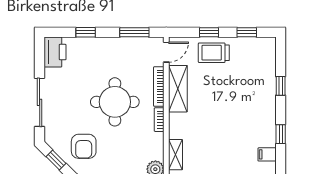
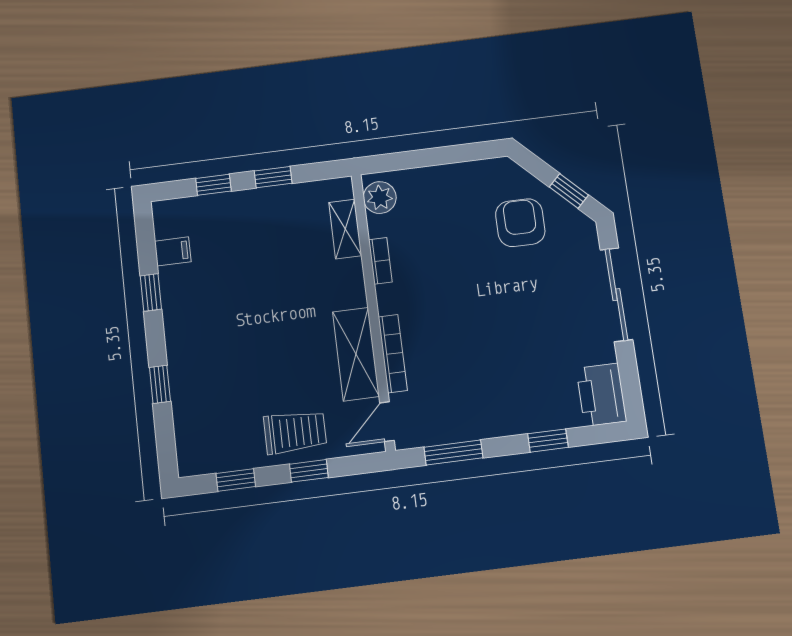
round table: (115, 102) -> (473, 314), removed
bookcase: (159, 120) -> (380, 261), moved

